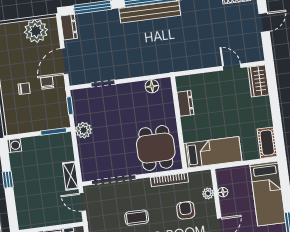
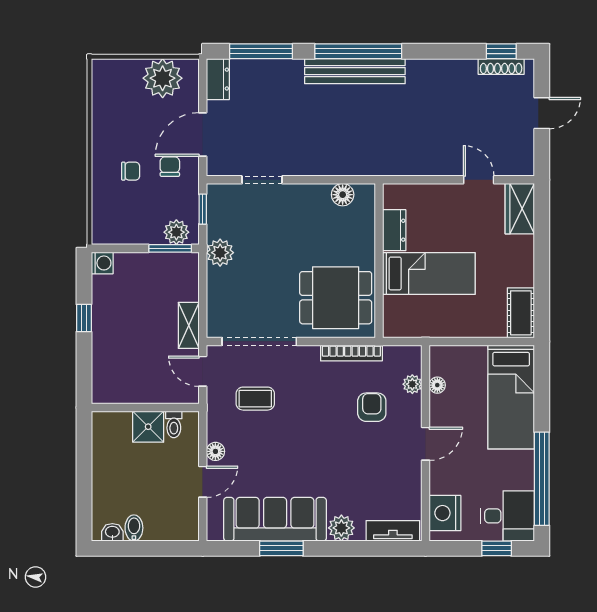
plant: (56, 121) -> (176, 232), added
dining table: (156, 148) -> (336, 298), turned 90
bed: (213, 152) -> (429, 273), moved
coffee table: (137, 218) -> (255, 399), moved

